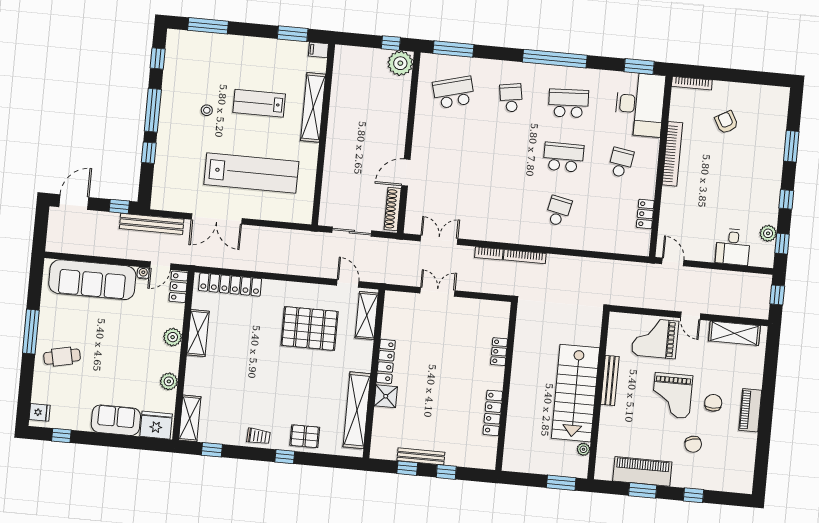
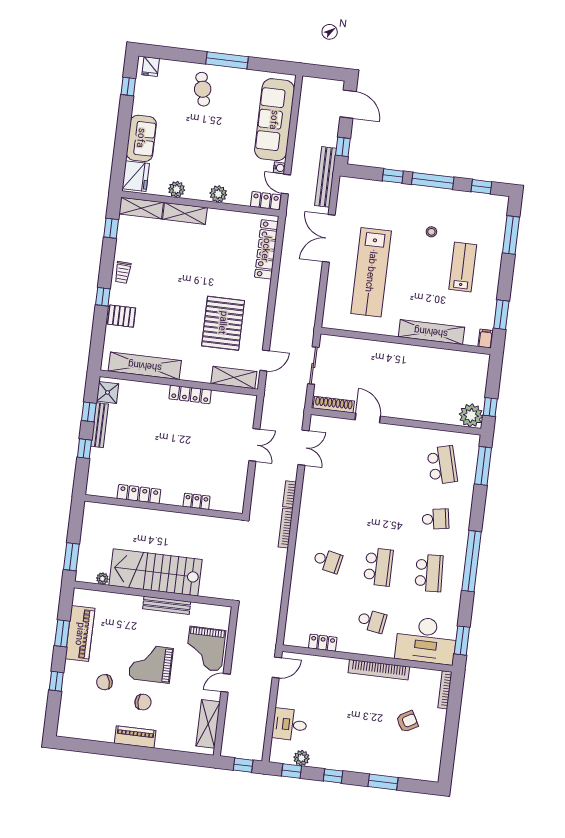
lab bench: (259, 103) -> (463, 267), moved
shelving: (198, 333) -> (185, 213), moved
grand piano: (655, 338) -> (205, 649), turned 180
shower: (386, 396) -> (108, 392), moved
pallet: (305, 436) -> (122, 316), turned 90

